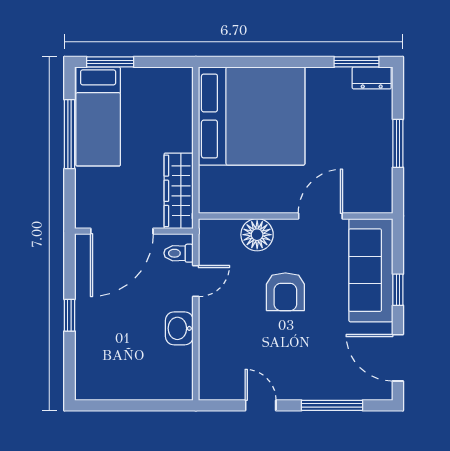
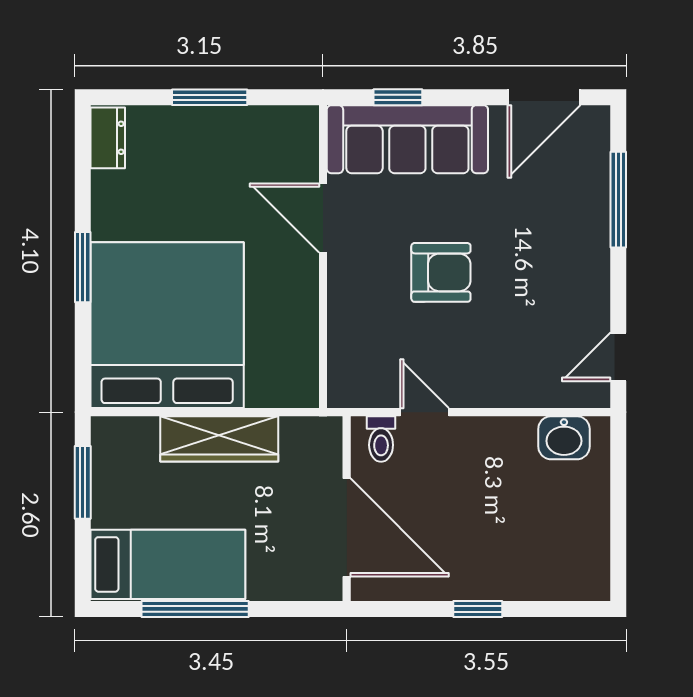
window: (110, 62) -> (83, 482), moved
window: (356, 62) -> (83, 267), moved
wardrobe: (179, 191) -> (219, 439), moved
floor lamp: (257, 235) -> (352, 317), removed
window: (398, 290) -> (398, 97), moved
washbasin: (179, 328) -> (564, 438), moved
door: (261, 405) -> (618, 357), moved

